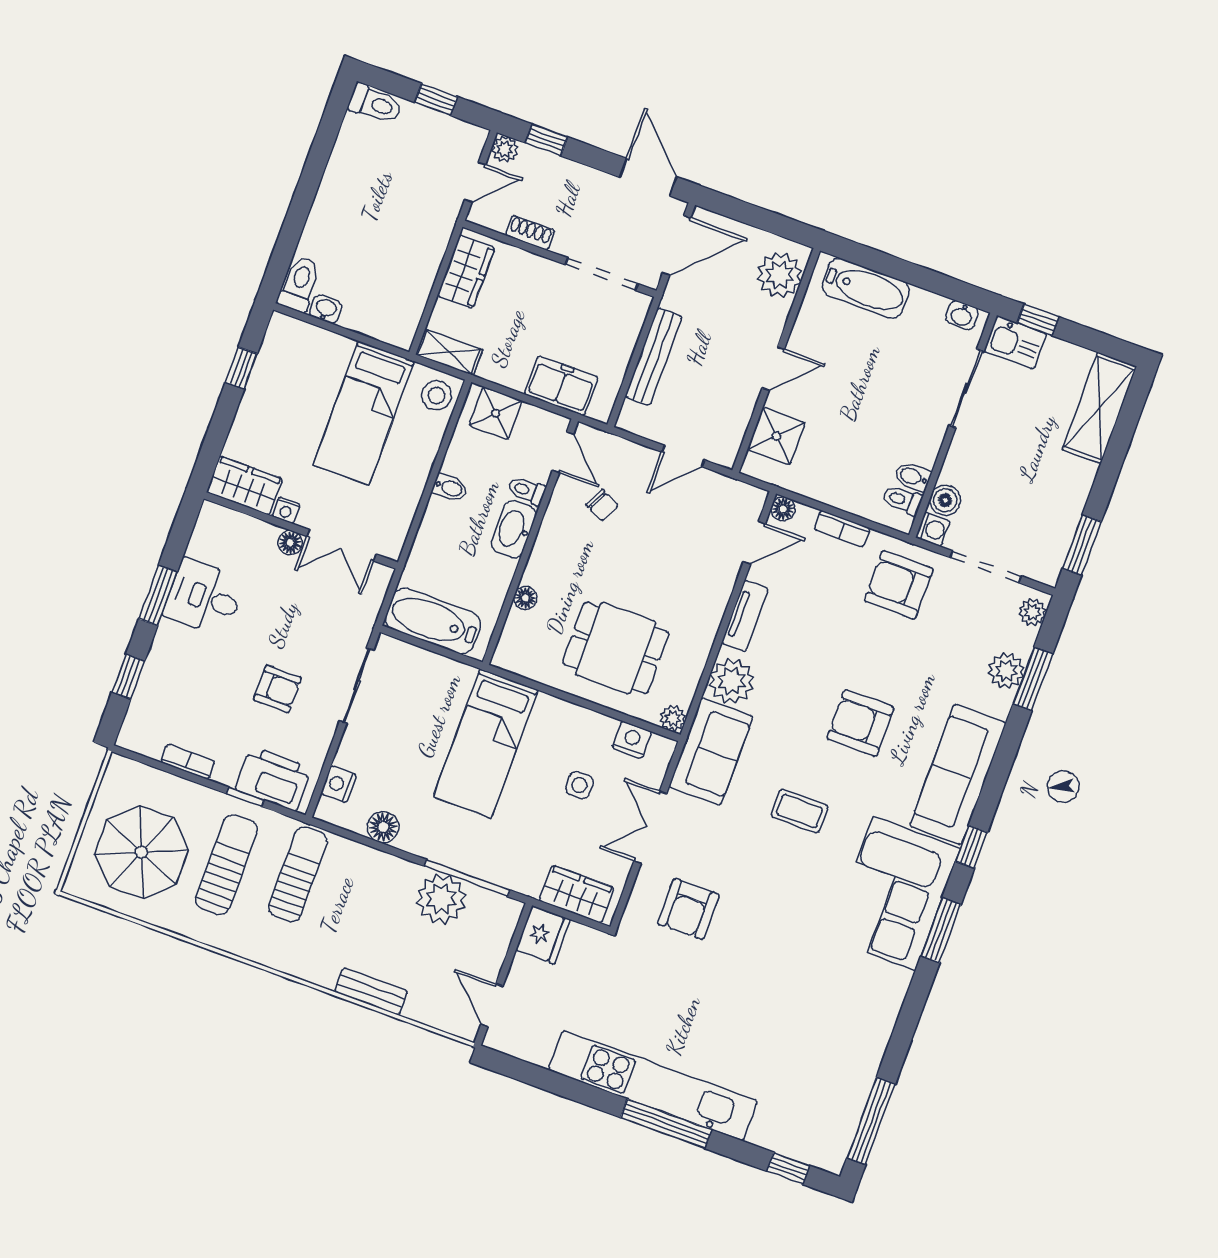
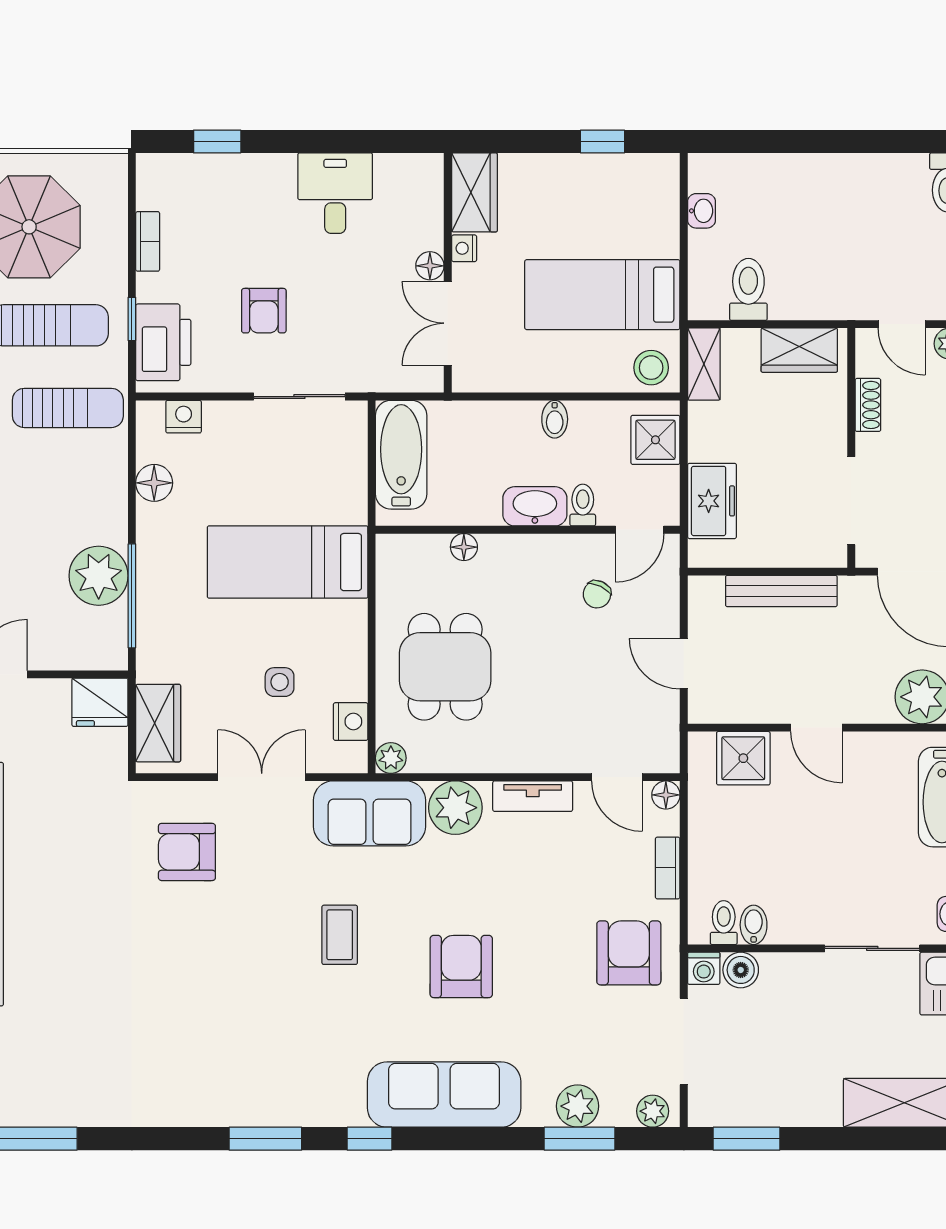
toilet: (299, 284) -> (748, 289), moved, turned -90
window: (158, 595) -> (319, 142), removed
corner sofa: (894, 893) -> (288, 1073), removed

